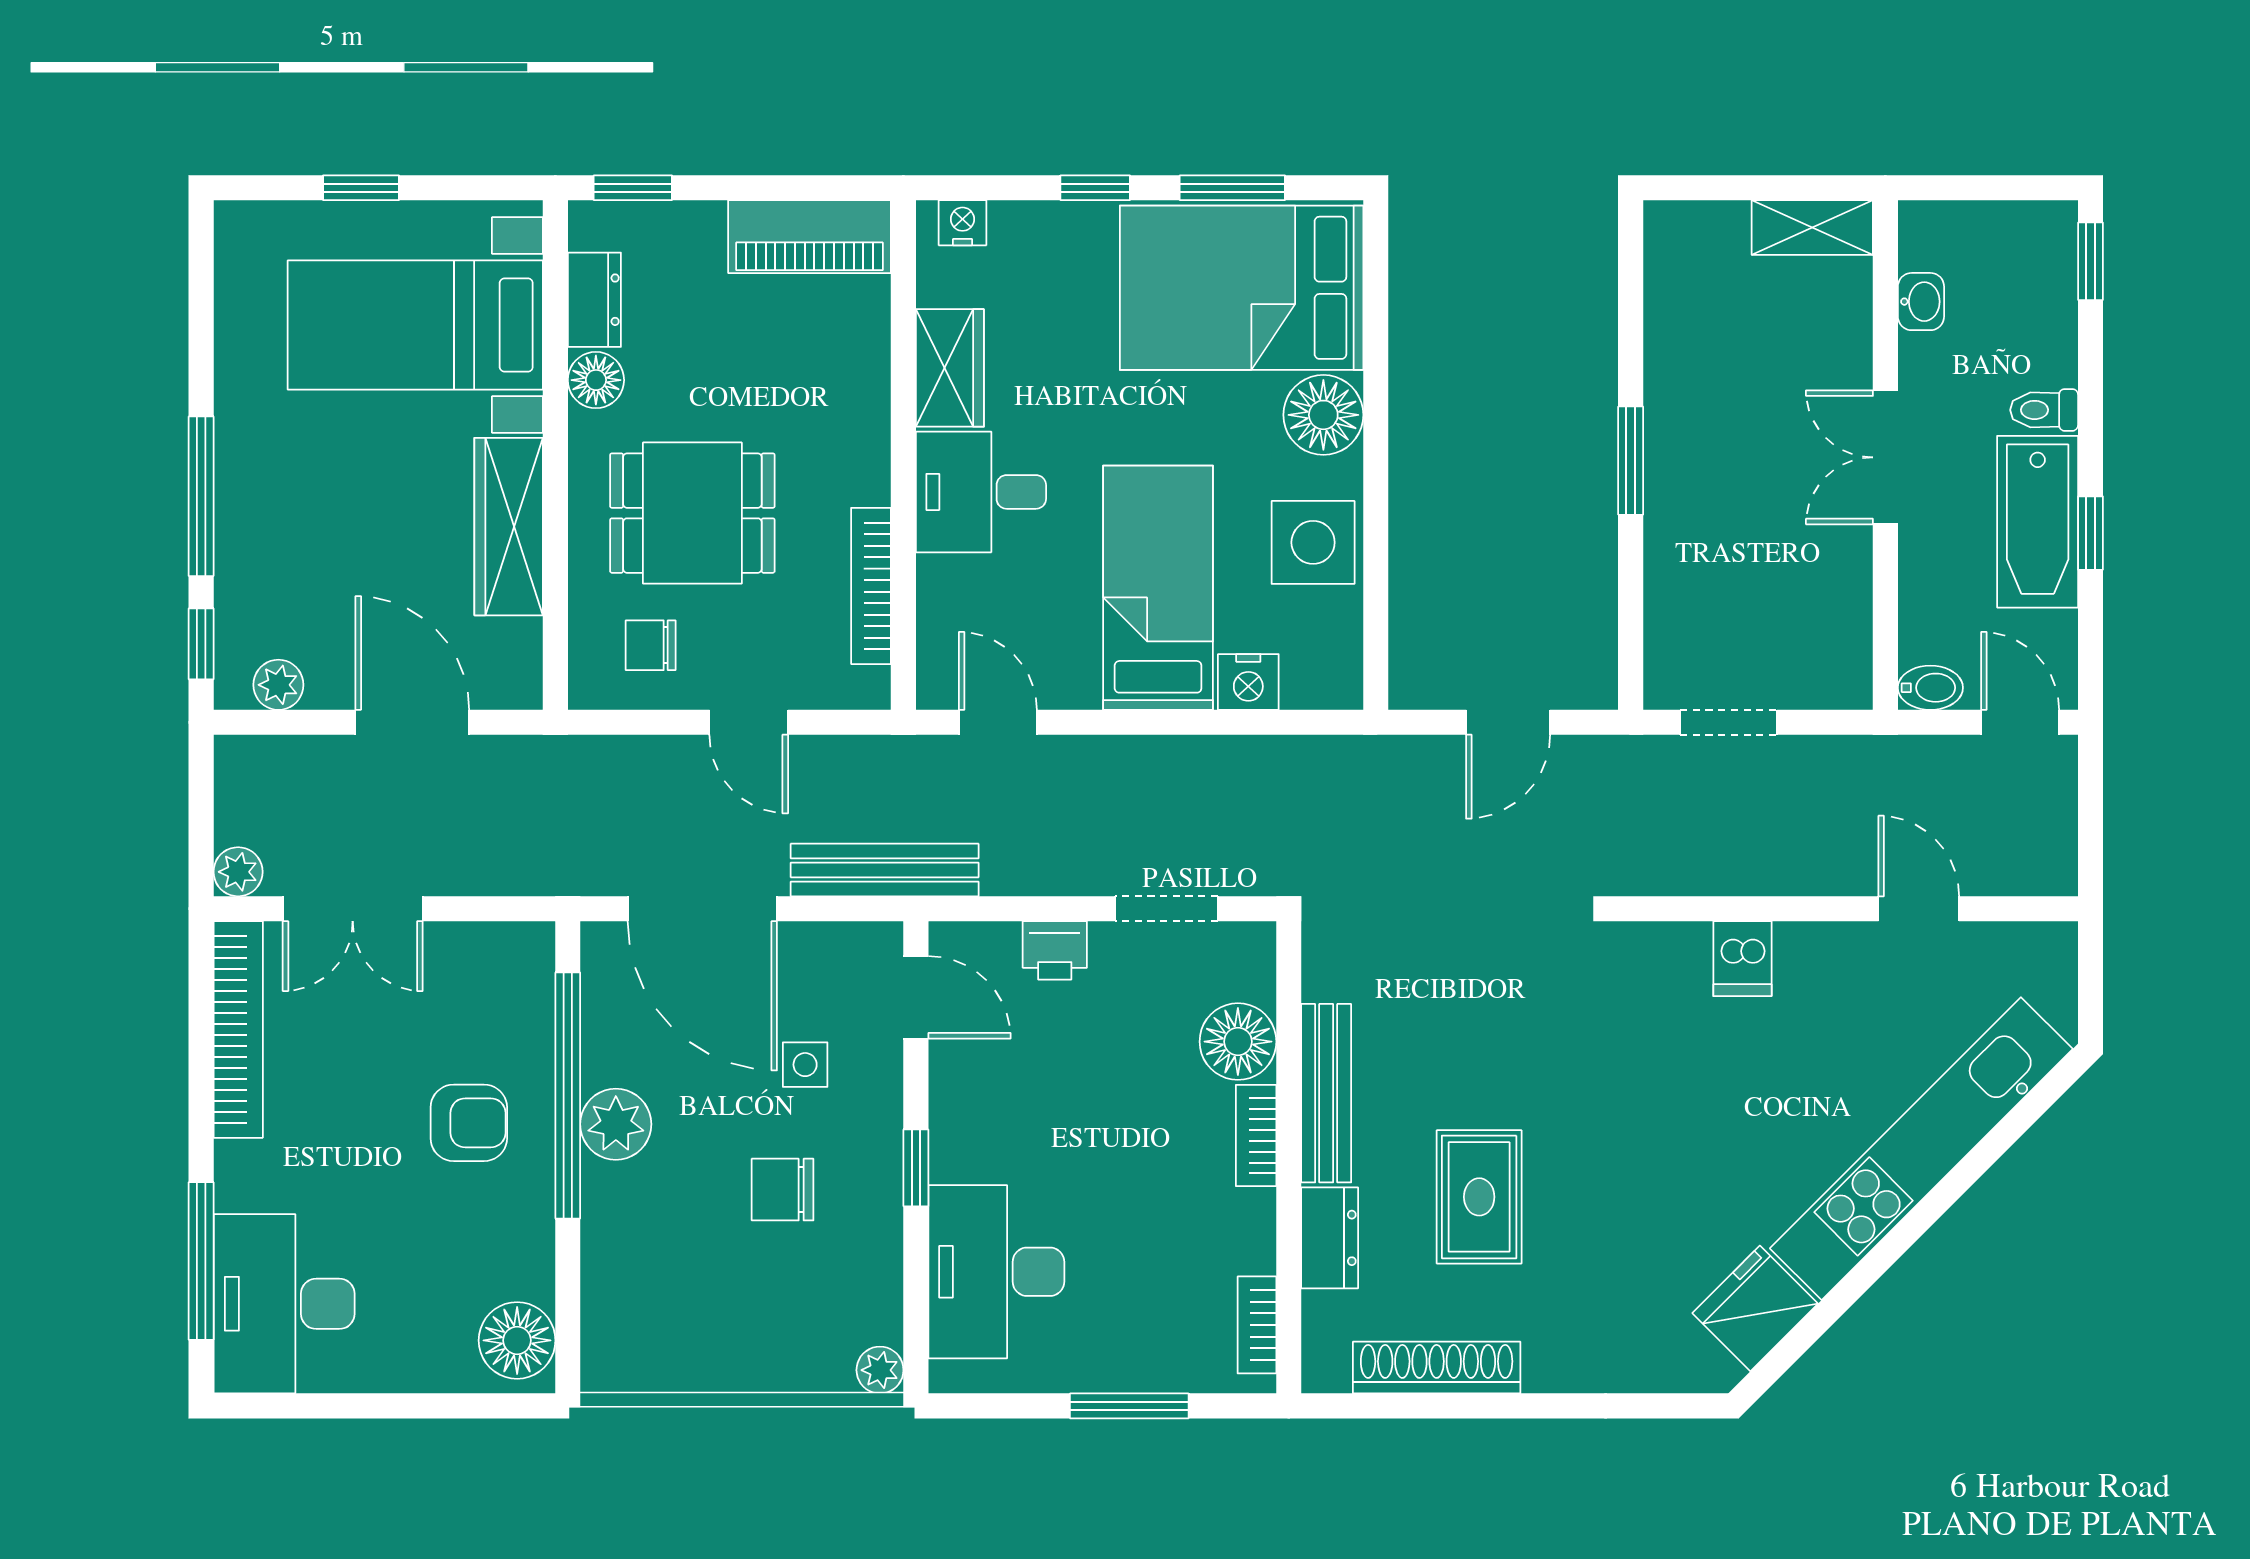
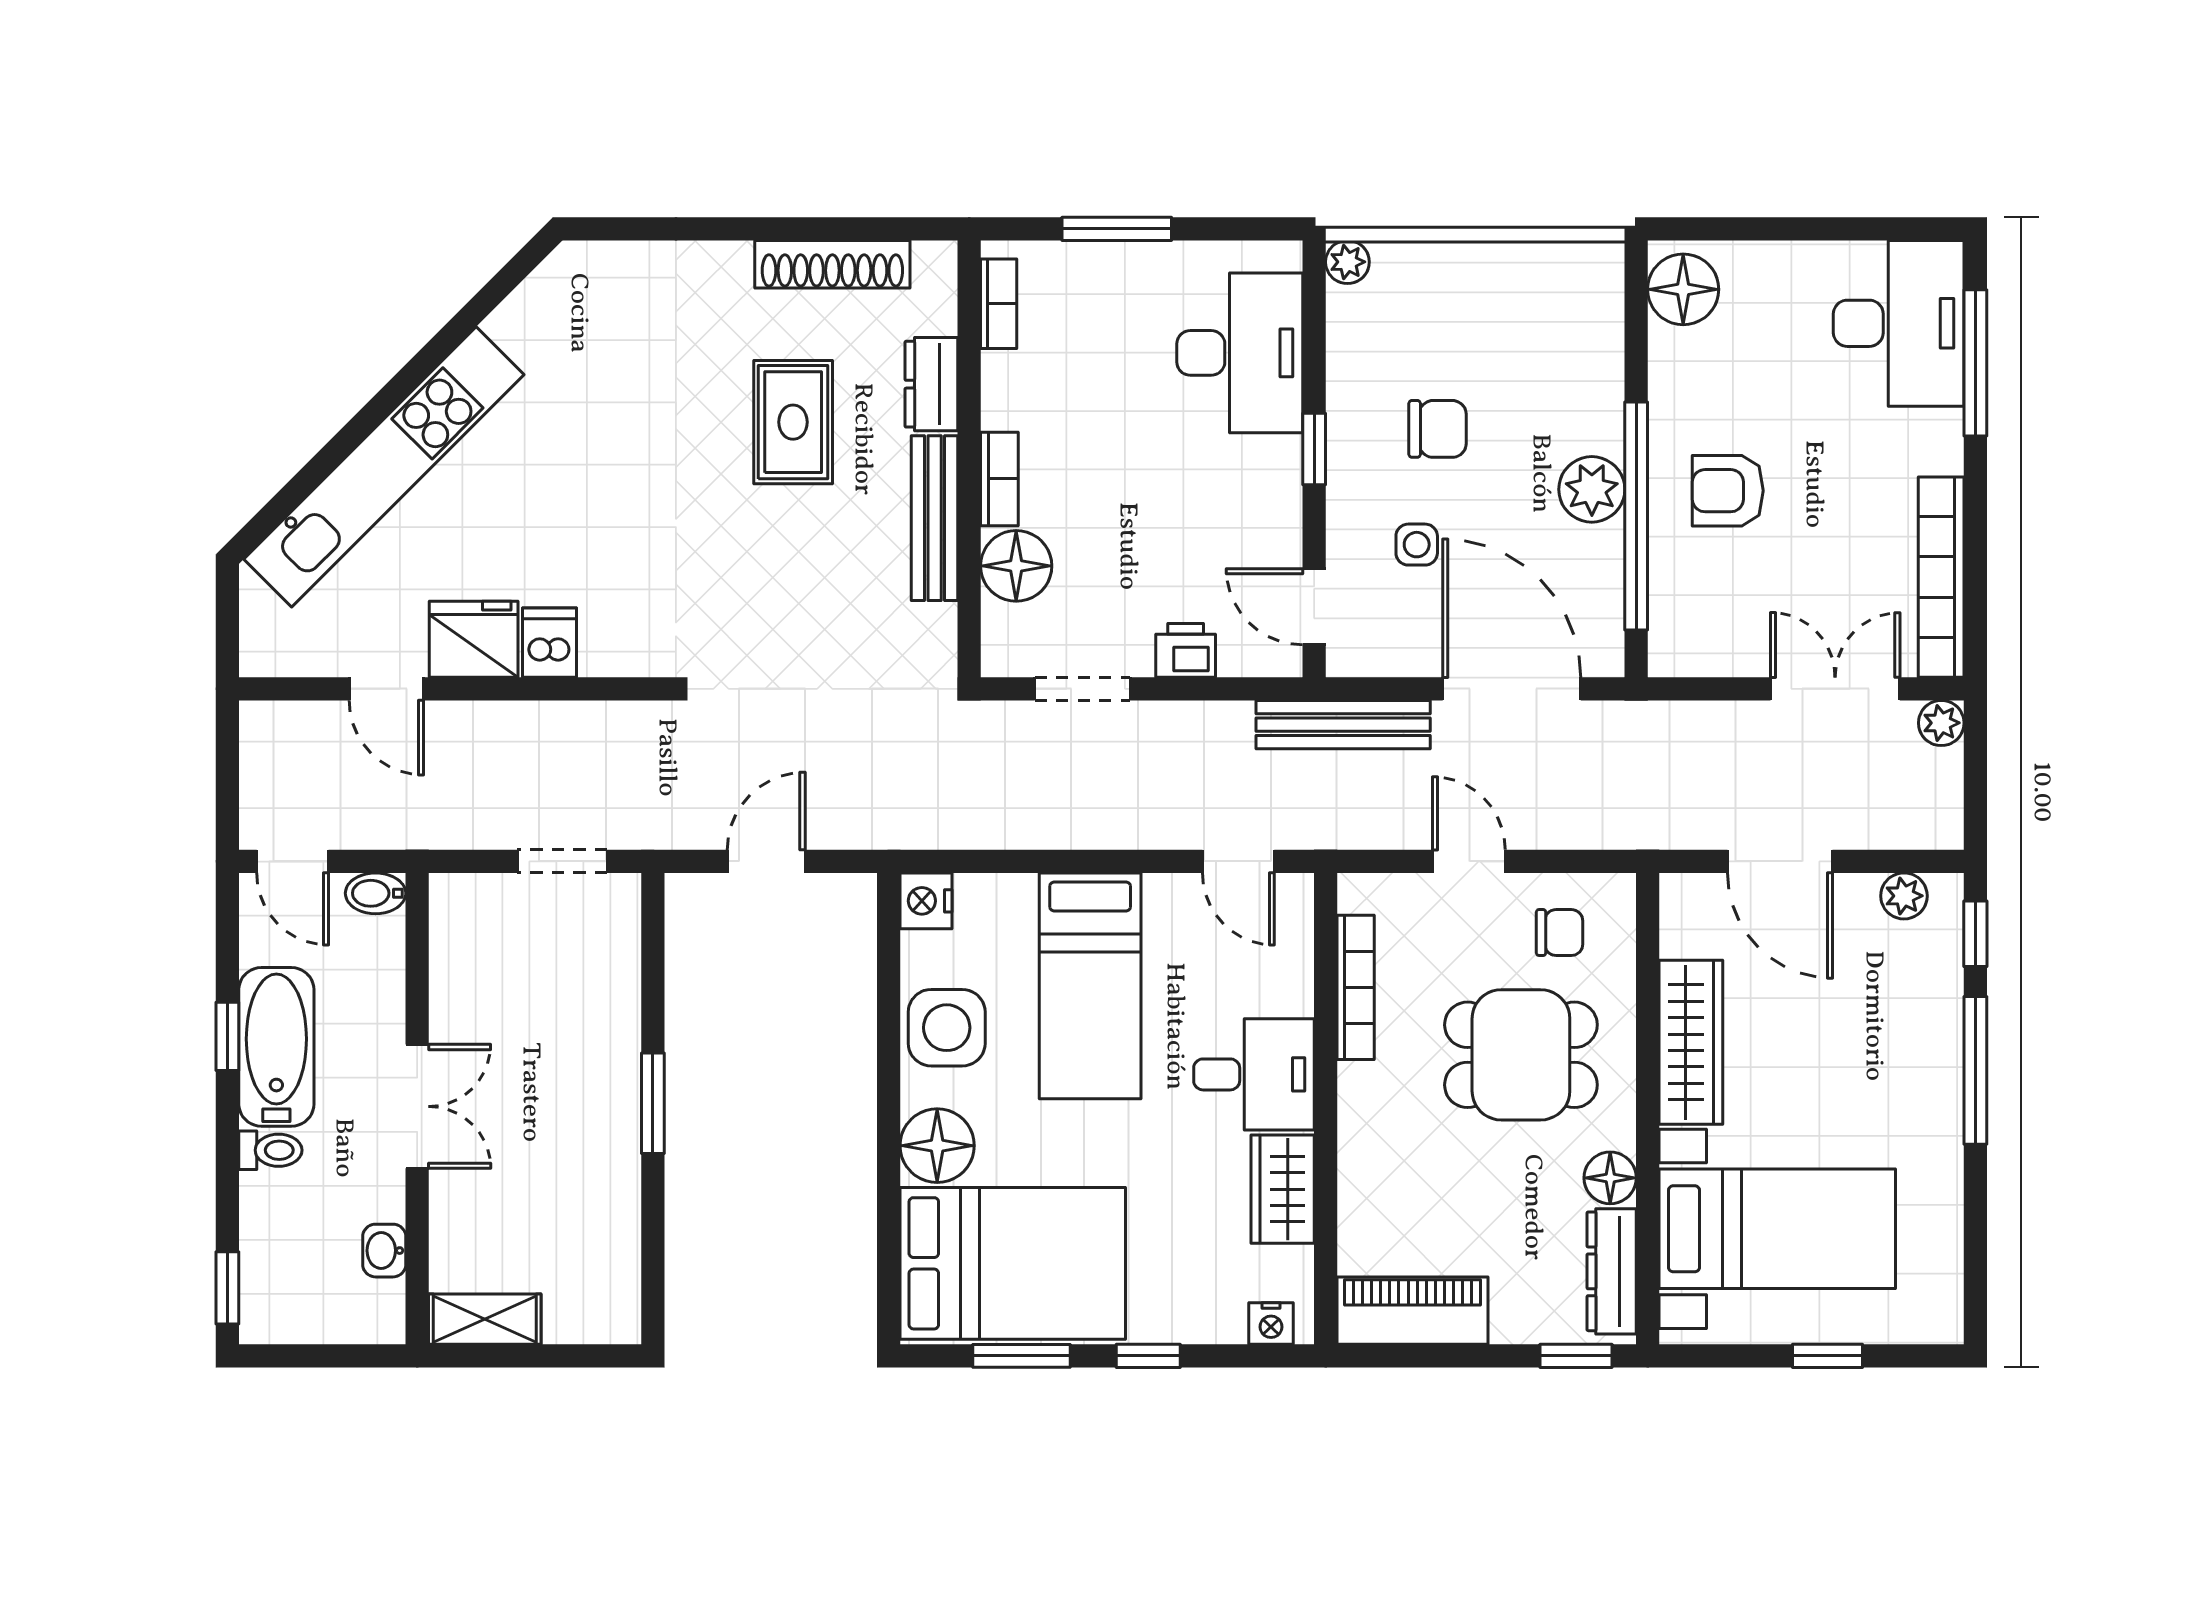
dresser: (594, 300) -> (1612, 1271), width x1.44
nightstand: (1248, 682) -> (926, 901), moved, turned -90
fridge: (1755, 1308) -> (474, 639), moved, turned -135

